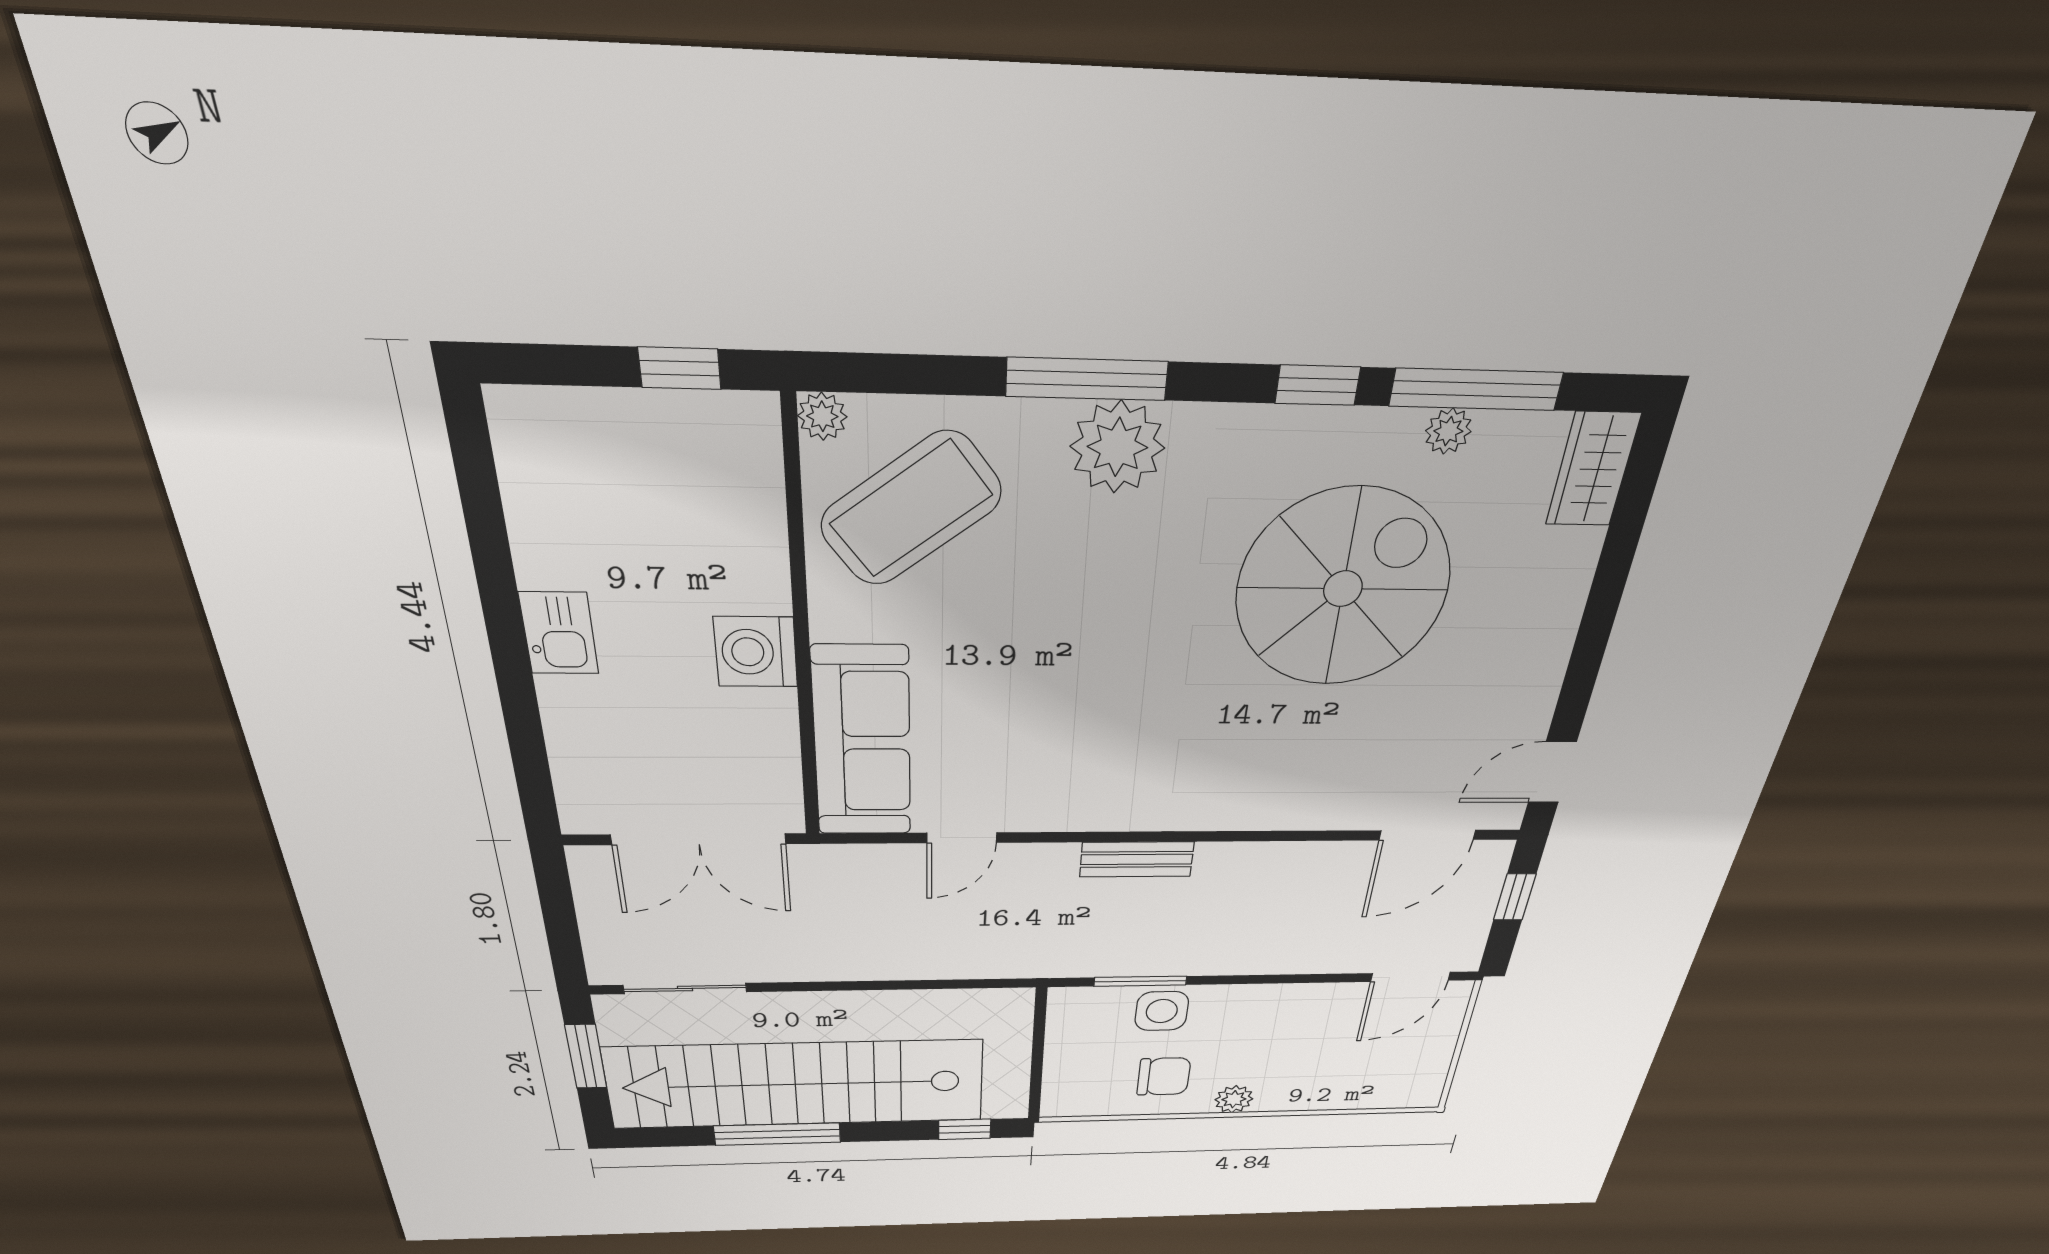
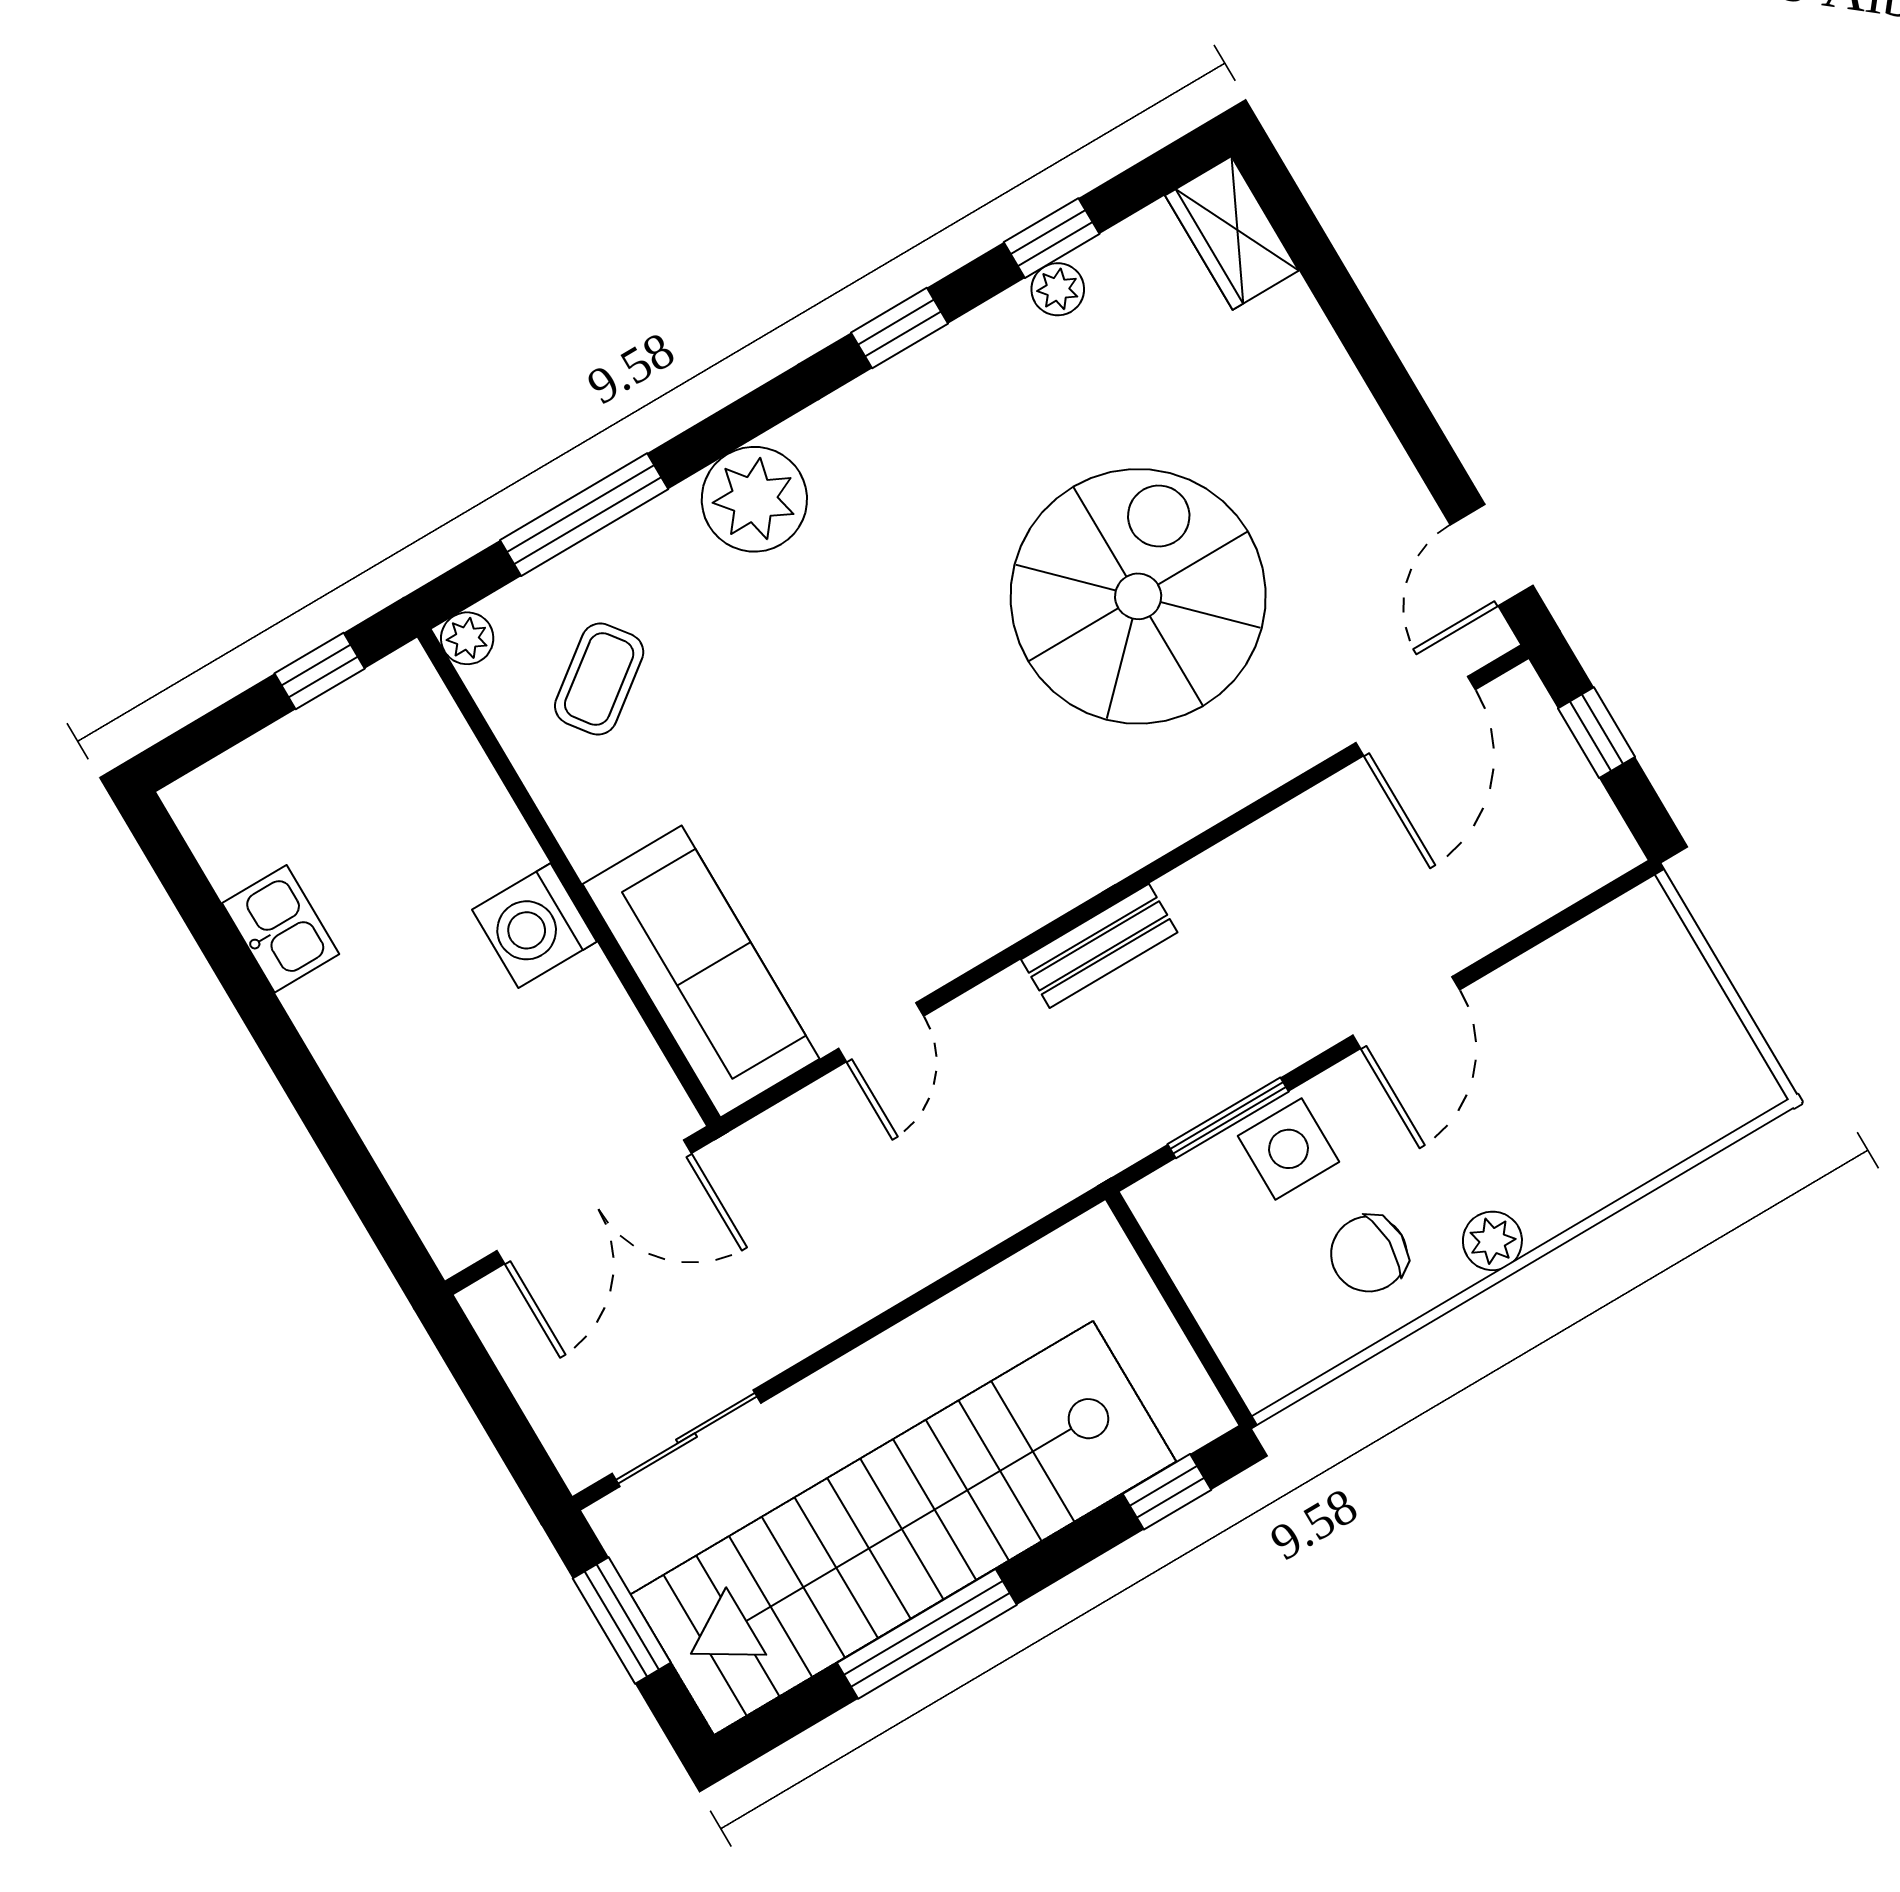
window: (1087, 379) -> (584, 515), moved
window: (1476, 389) -> (1052, 238), width x0.46
coffee table: (911, 509) -> (599, 679), width x0.54, depth x0.58
spiral stairs: (1343, 589) -> (1138, 596), moved
kitchen sink: (559, 633) -> (281, 929), moved
door: (1410, 977) -> (1406, 1013), moved
chair: (1164, 1076) -> (1369, 1254), turned 180

